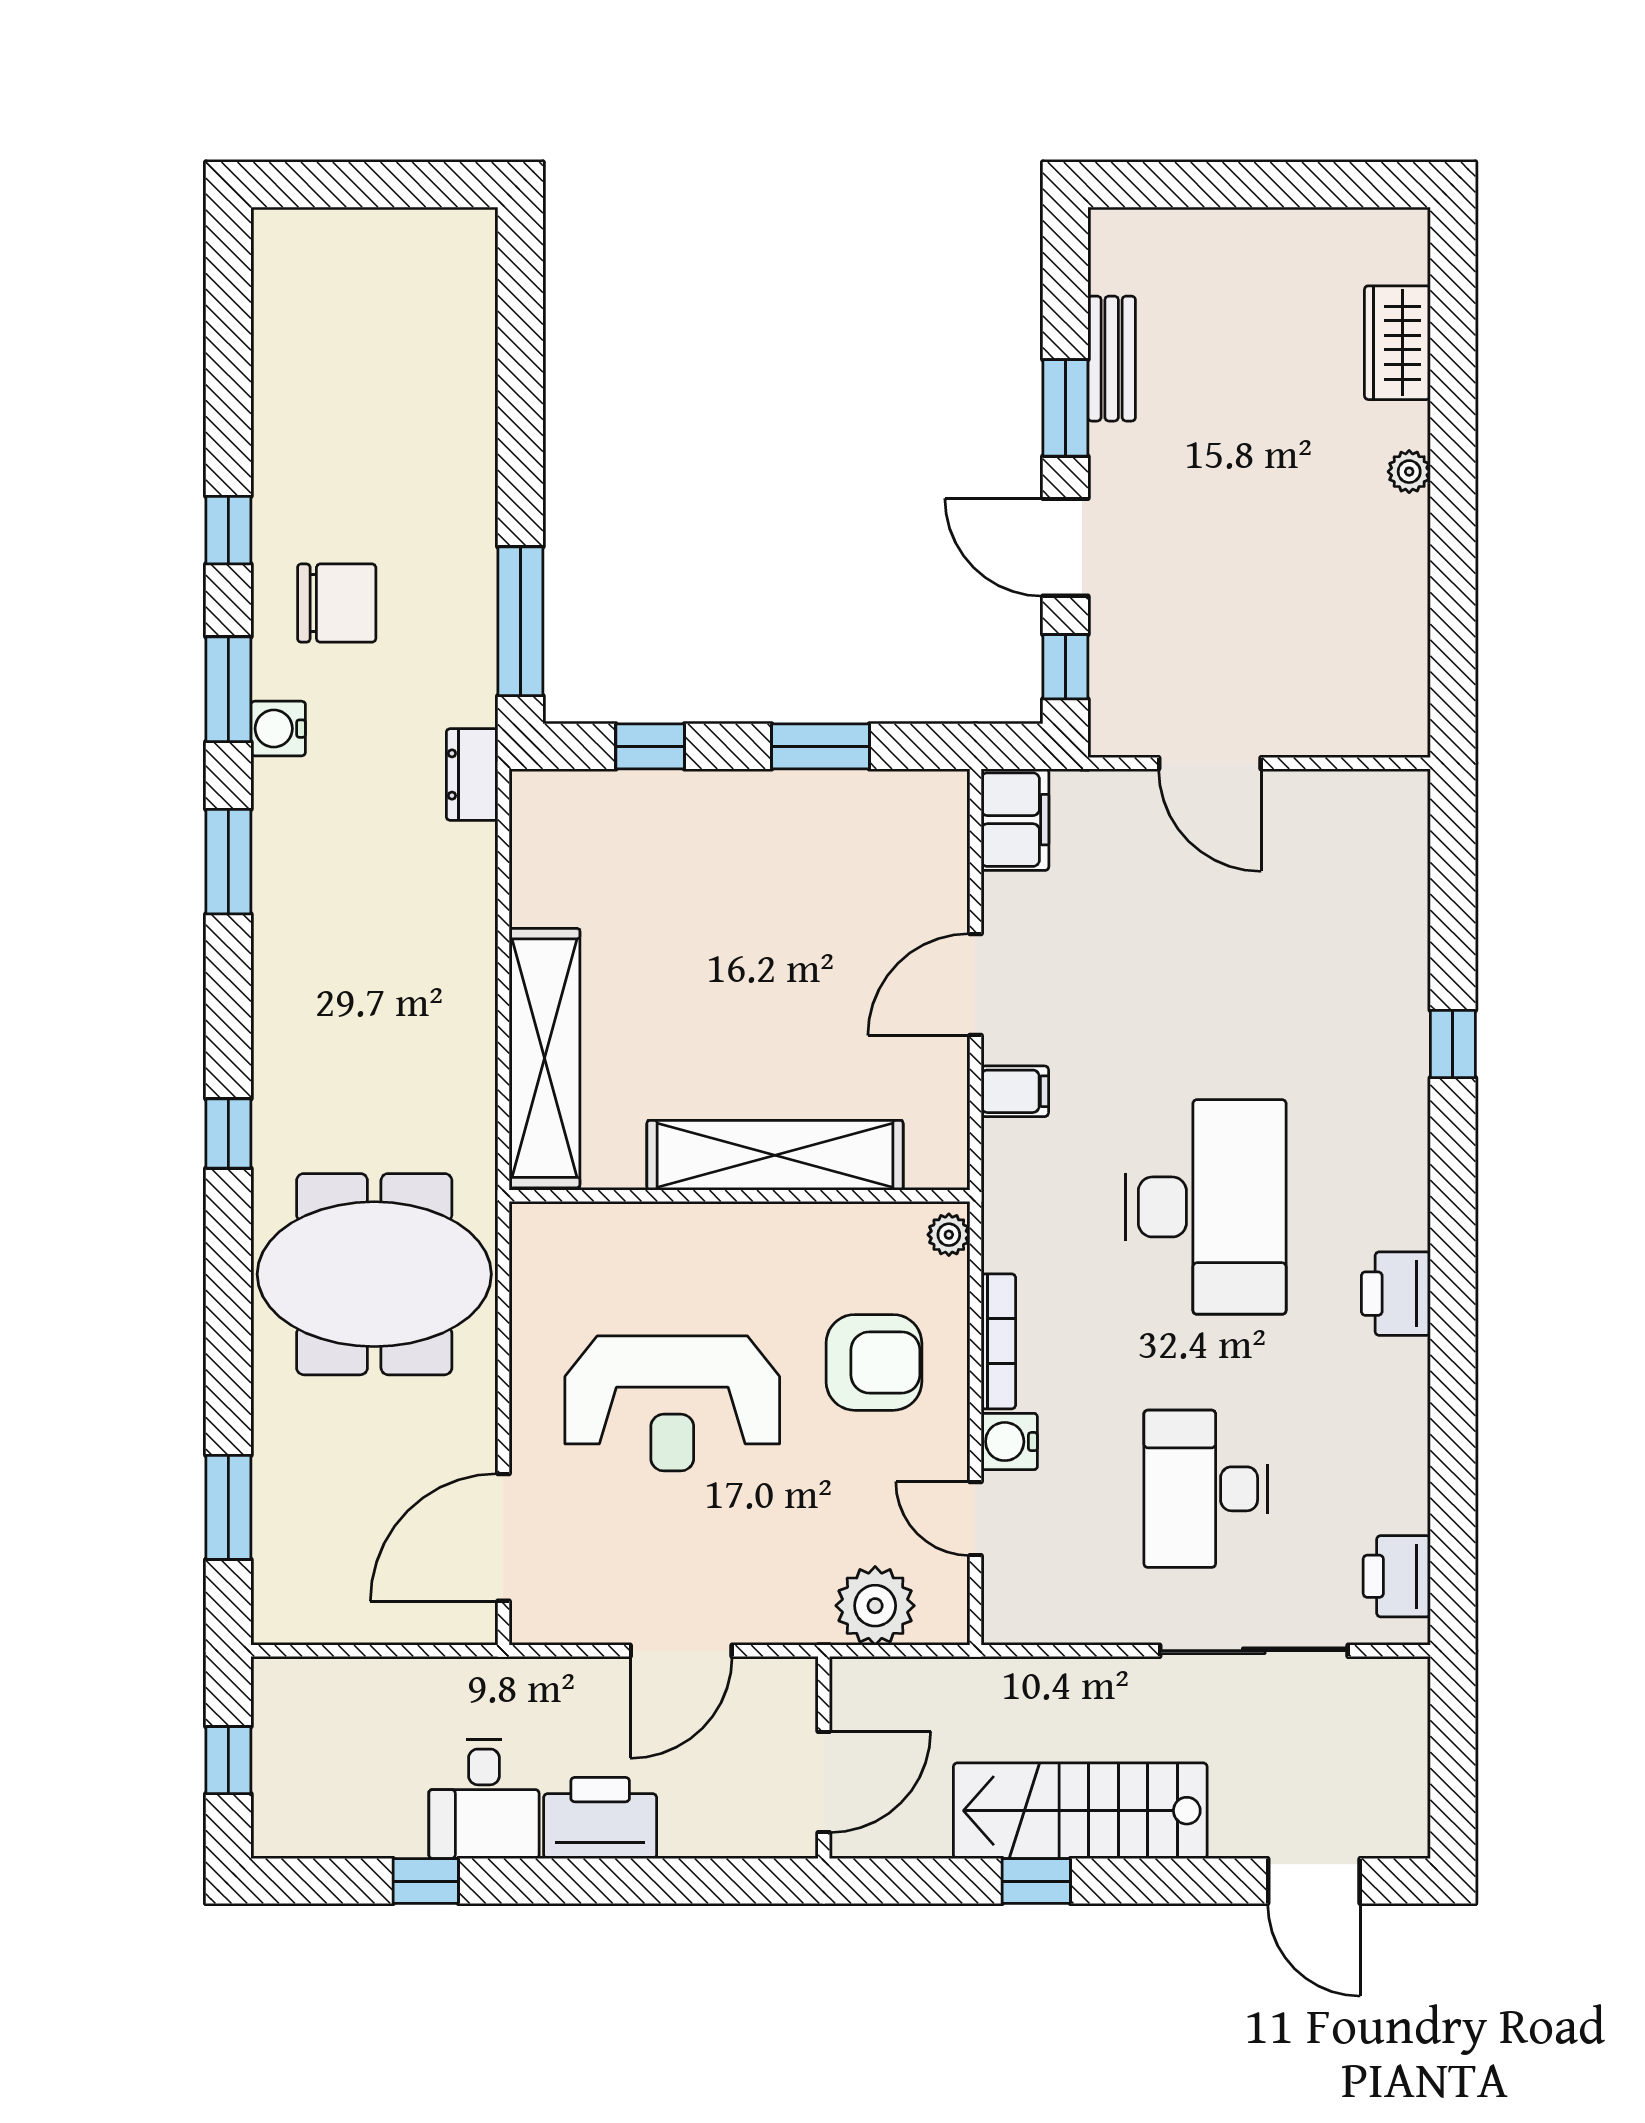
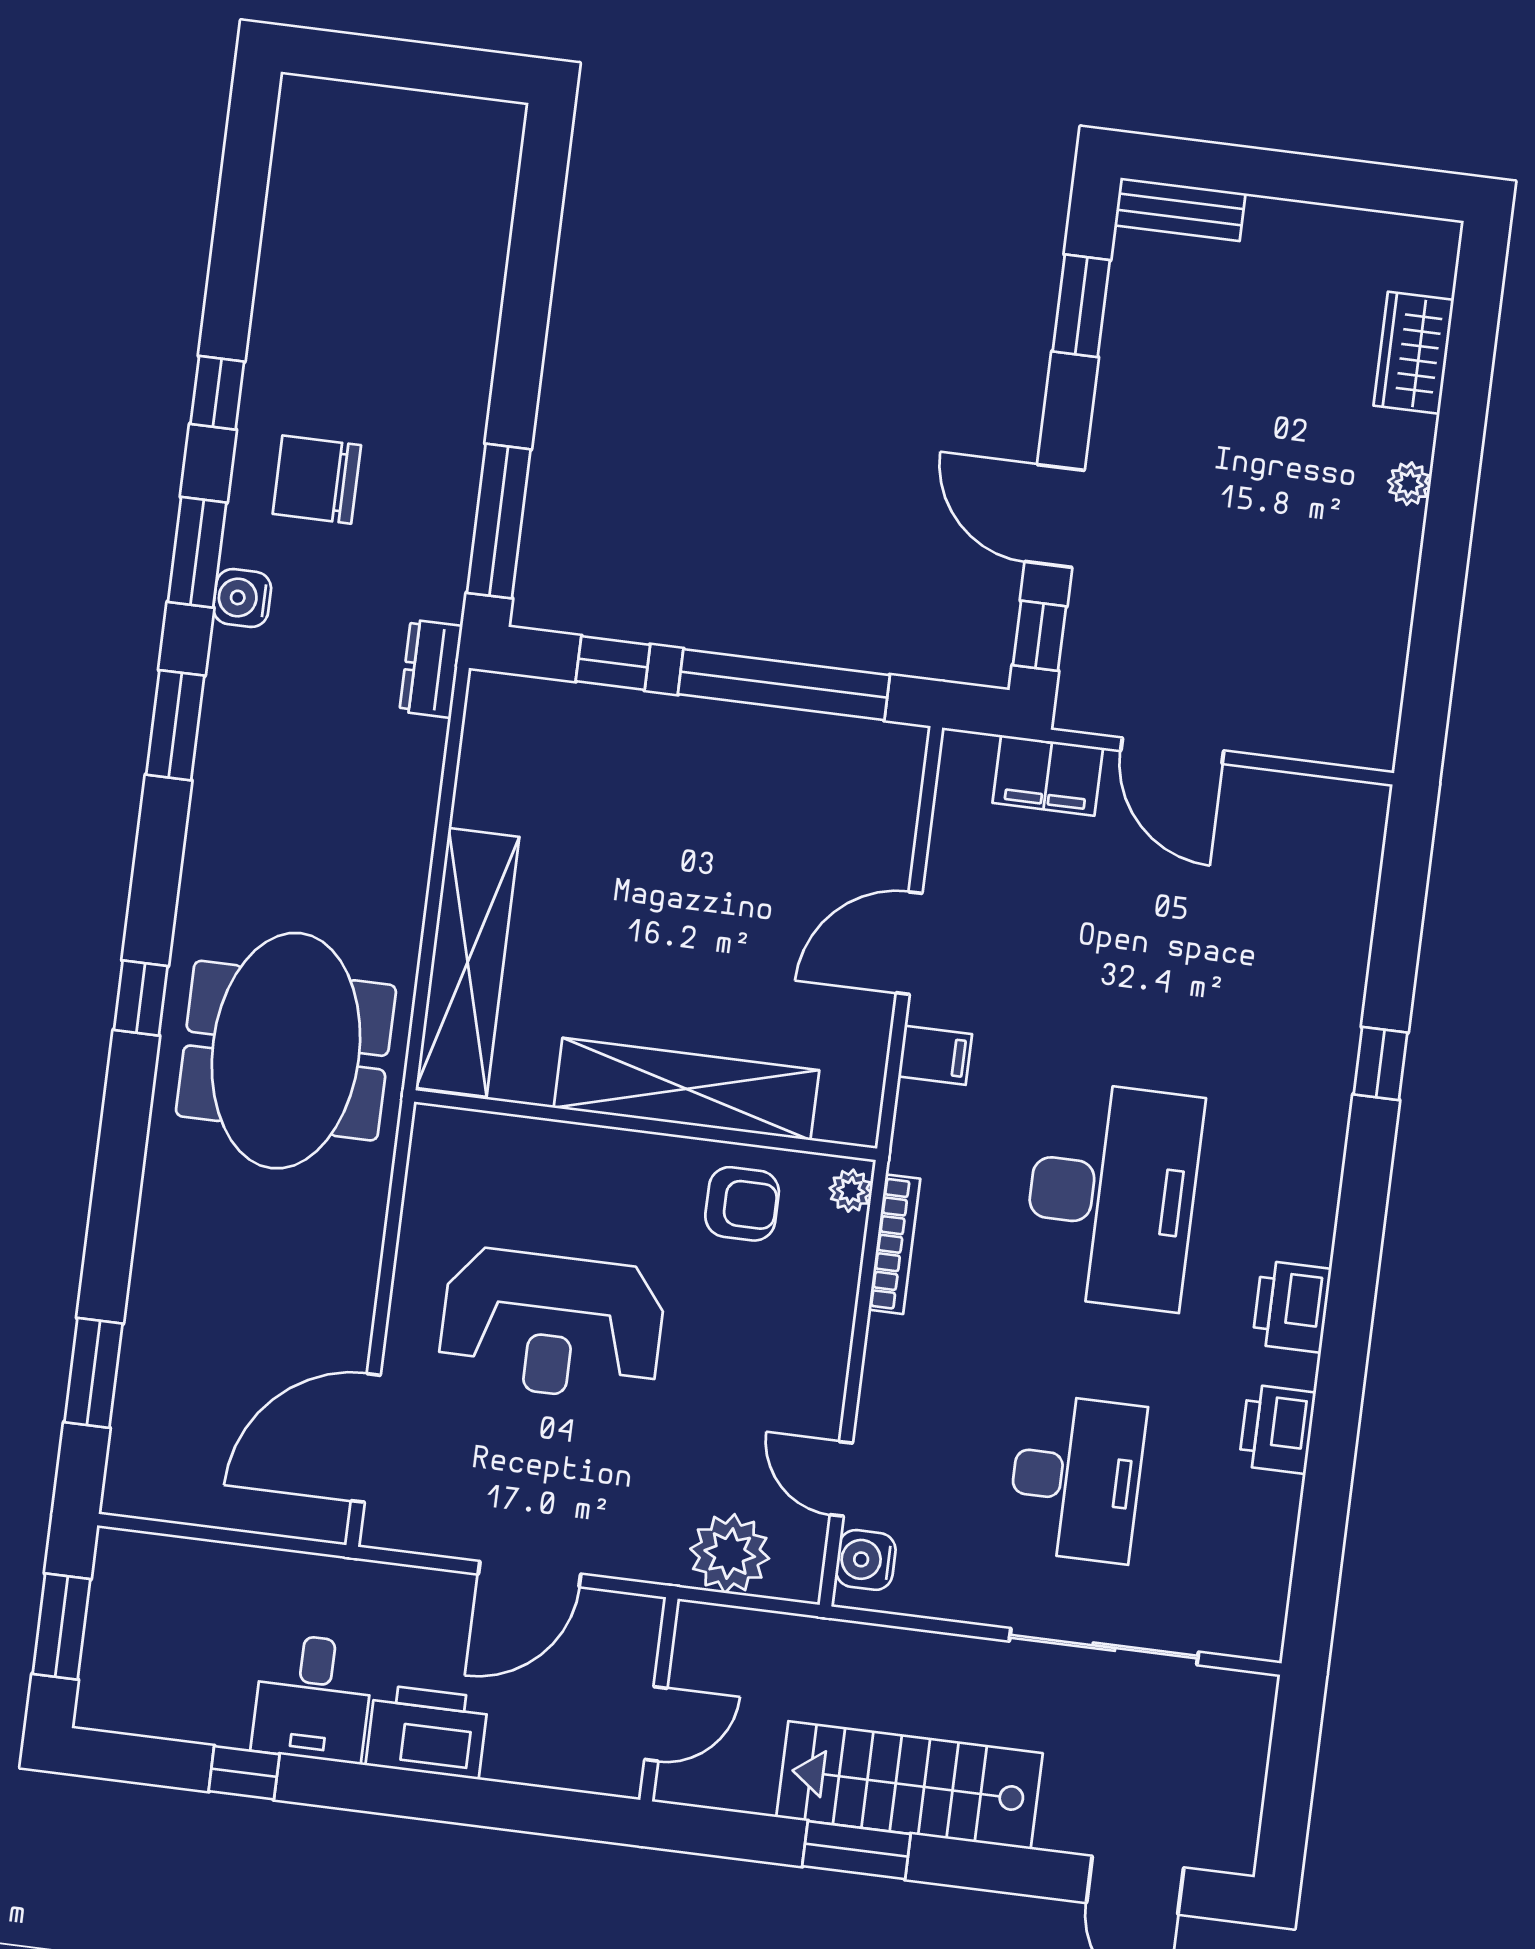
bench: (1112, 359) -> (1180, 209), moved, turned 90
window: (1065, 408) -> (1081, 306), moved
chair: (337, 603) -> (317, 480), turned 180
window: (820, 746) -> (784, 685), width x2.11
filing cabinet: (1015, 820) -> (1048, 775), moved, turned 90
meeting table: (374, 1274) -> (286, 1051), moved, turned 90
bookcase: (998, 1341) -> (894, 1244), moved
armchair: (874, 1362) -> (742, 1204), moved, width x0.72, depth x0.72
water cooler: (1009, 1442) -> (866, 1560), moved
desk: (1206, 1489) -> (1076, 1478), turned 180
printer: (1397, 1576) -> (1277, 1429), moved
window: (228, 1760) -> (61, 1626), width x1.50
door: (824, 1782) -> (656, 1724), width x0.73
window: (1036, 1881) -> (856, 1850), width x1.50

